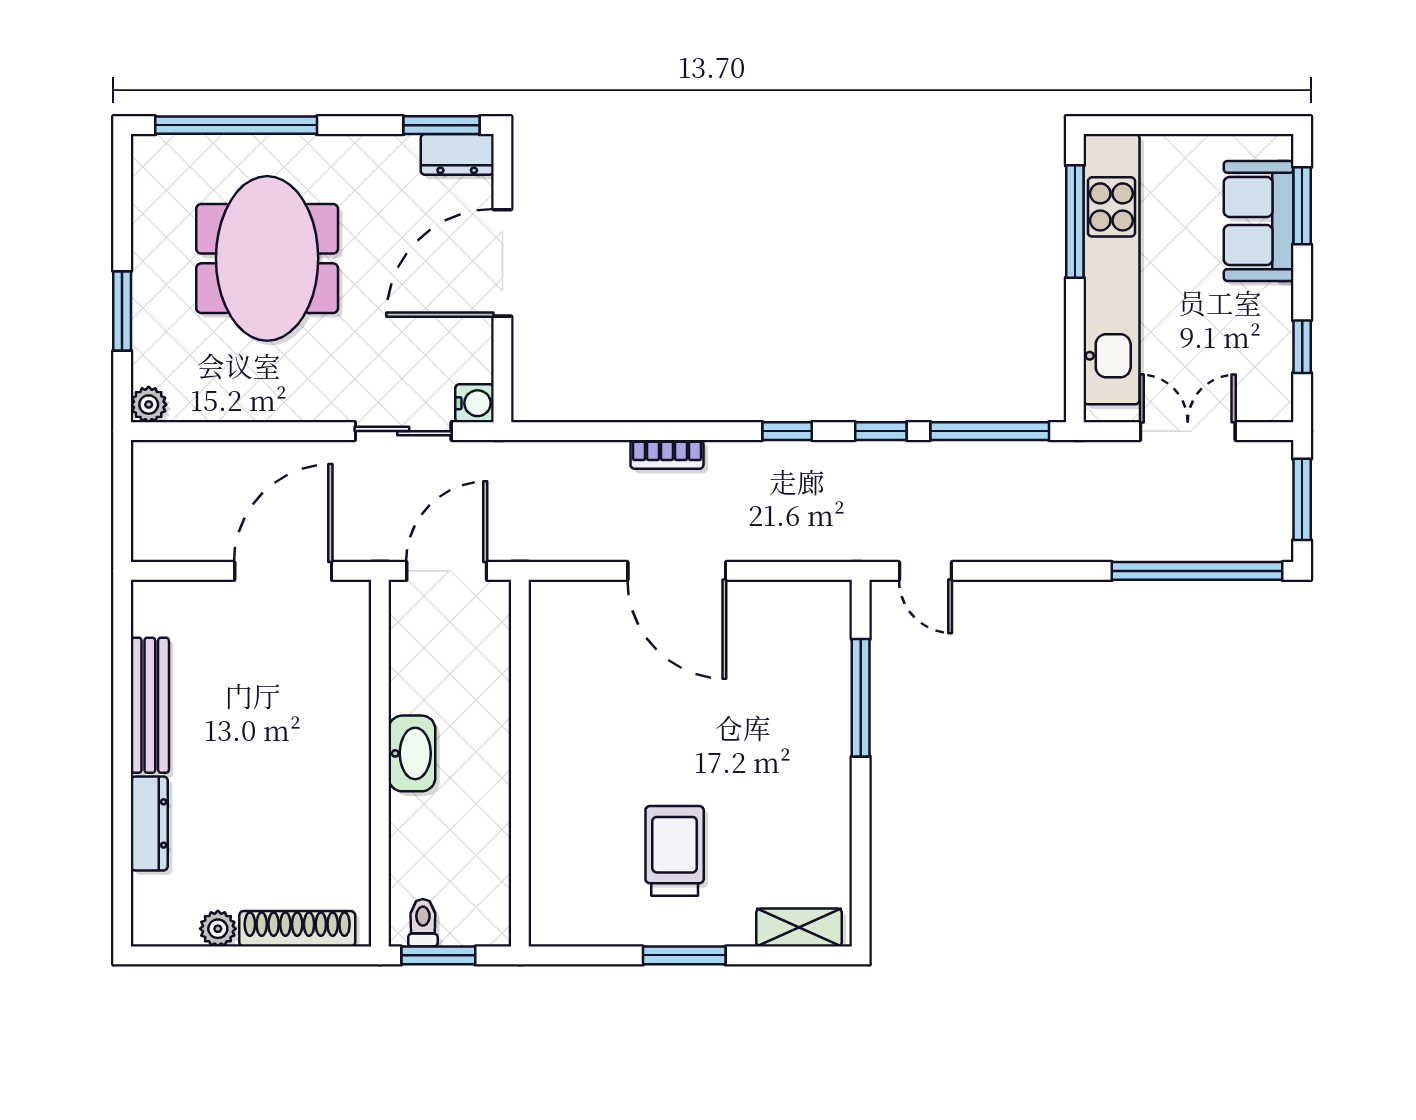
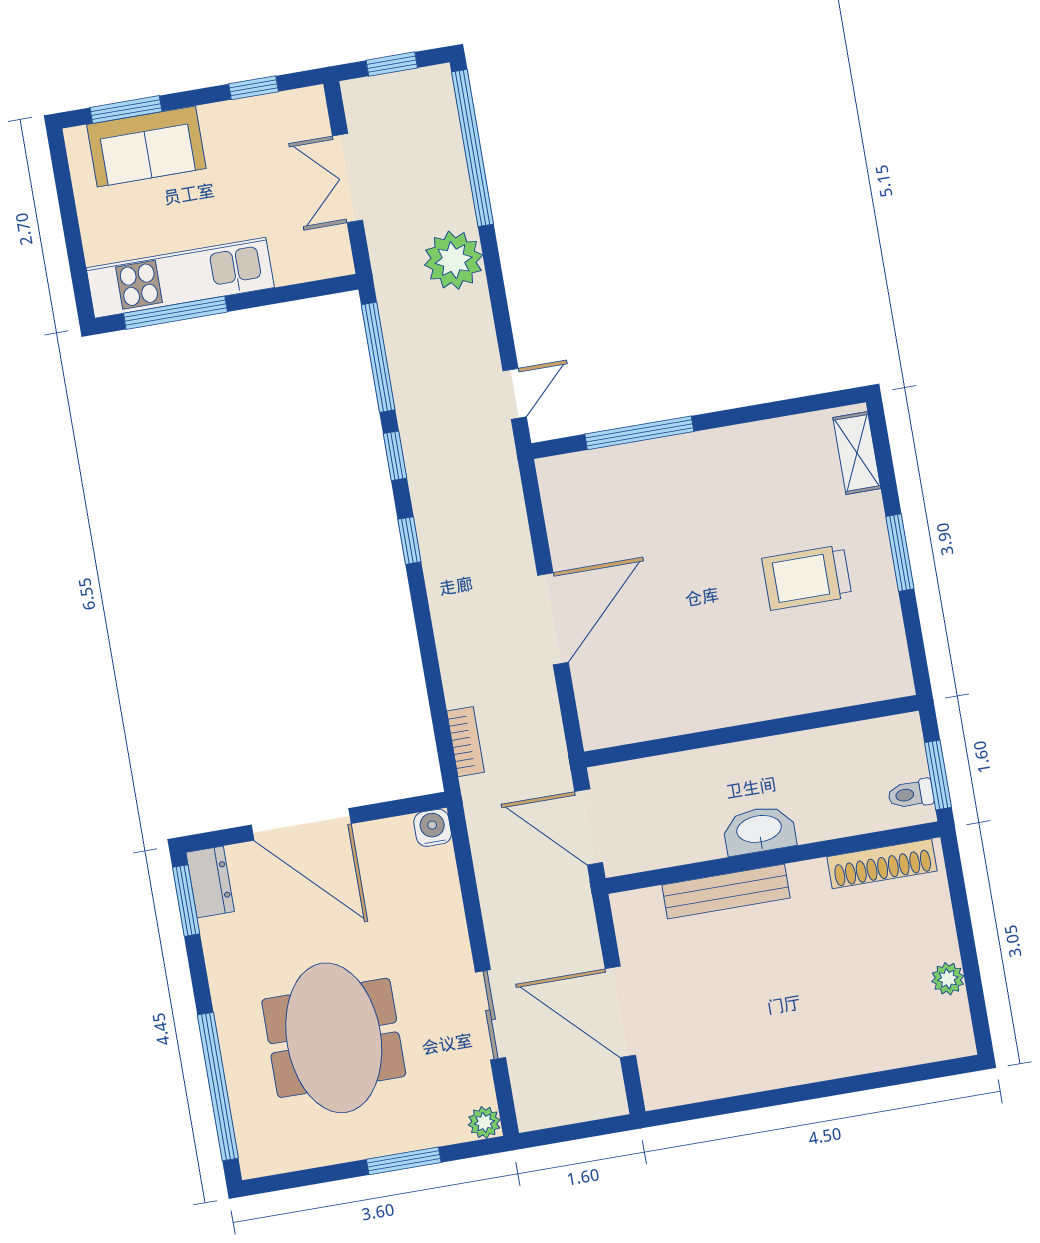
meeting table: (267, 258) -> (334, 1038), turned 90
kitchen unit: (1111, 269) -> (180, 278), width x0.73
sliding door: (403, 431) -> (491, 1015), moved
bookcase: (667, 454) -> (466, 742), moved
window: (1302, 499) -> (392, 64), width x0.67
plant: (1080, 530) -> (454, 260), added
door: (283, 571) -> (620, 1012), moved
bench: (150, 705) -> (726, 891), moved
dresser: (149, 823) -> (863, 1057), removed
shoe rack: (297, 929) -> (882, 864), moved, turned -90

